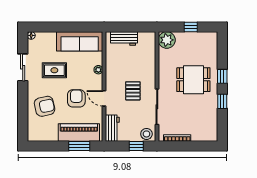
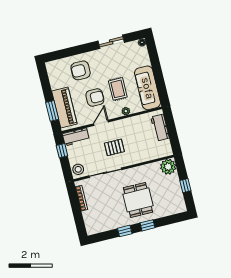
rug: (54, 70) -> (118, 89), moved
armchair: (45, 106) -> (81, 70), turned 102
window: (136, 146) -> (62, 151), moved

